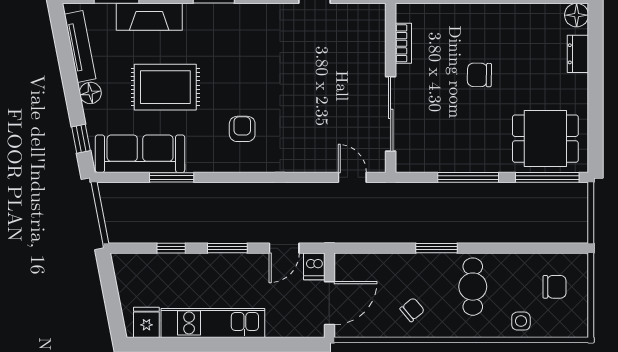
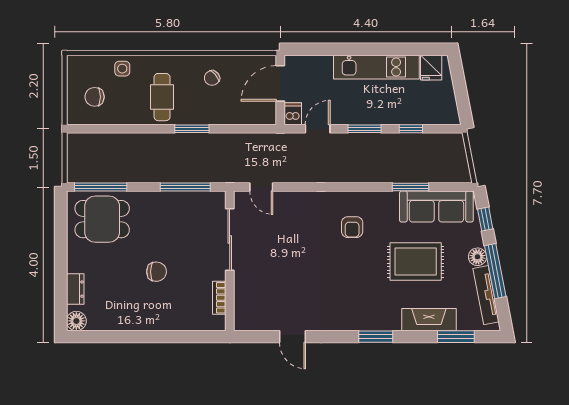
window: (69, 76) -> (495, 271), added
window: (468, 177) -> (185, 187), moved

